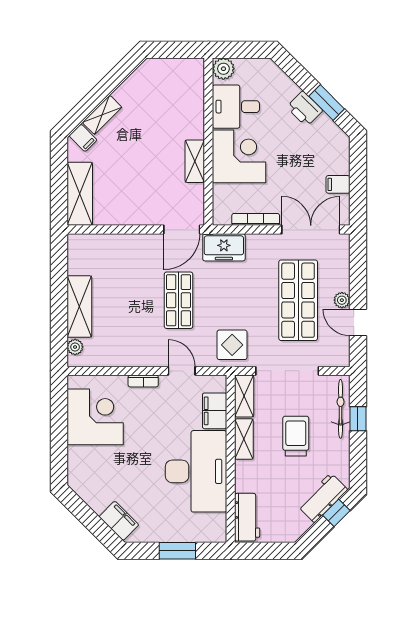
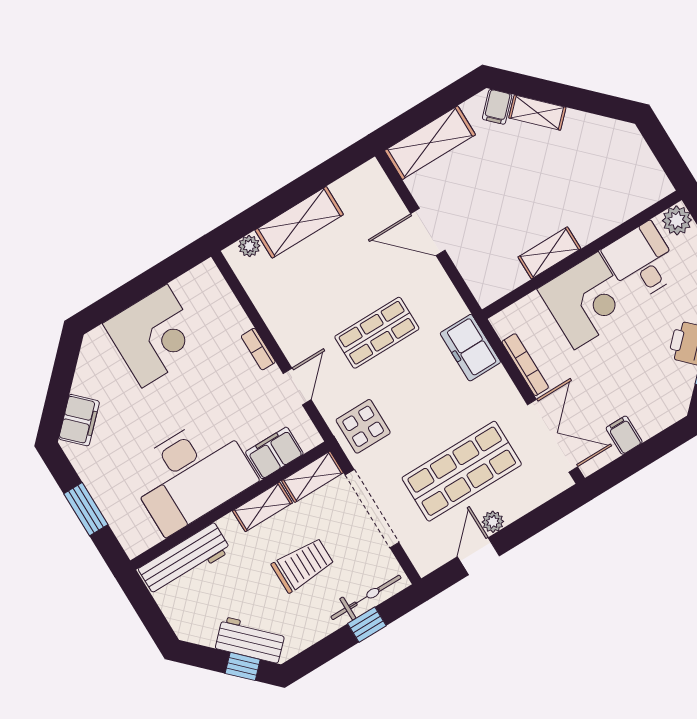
door: (182, 230) -> (428, 232), moved
corner desk: (95, 417) -> (154, 336), moved
workbench: (247, 517) -> (185, 560), width x1.38

